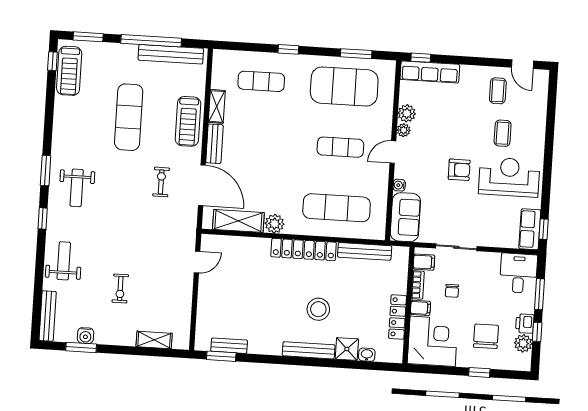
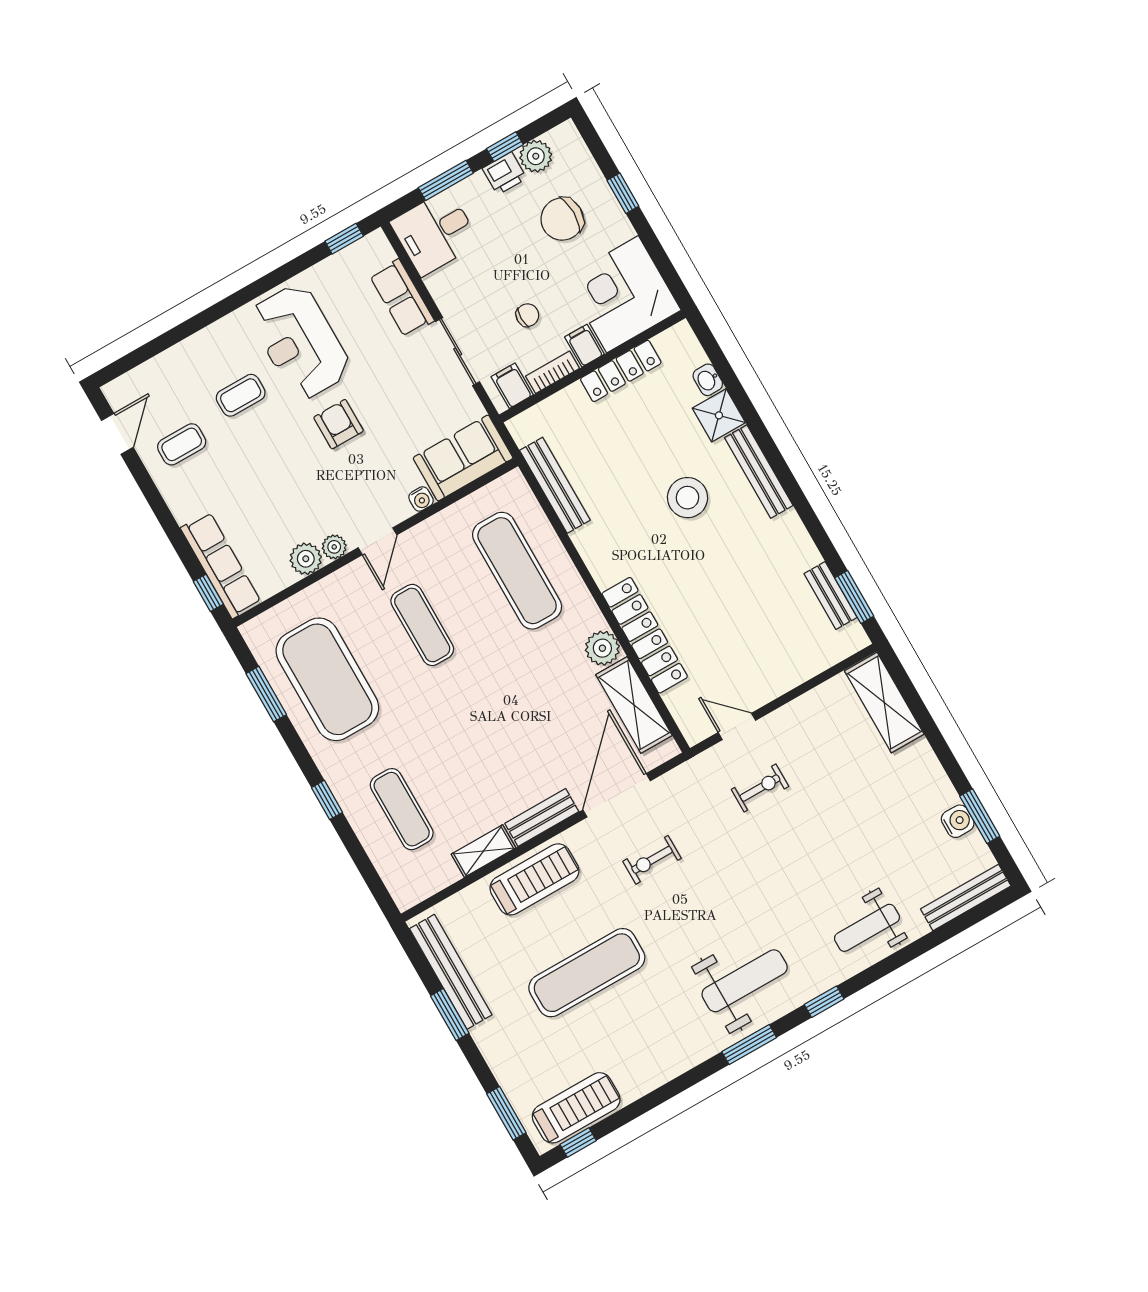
window: (151, 41) -> (450, 1014), width x0.47
door: (393, 152) -> (378, 541), hinge flipped
weight bench: (77, 188) -> (745, 981), width x1.36, depth x1.33
row of seats: (530, 229) -> (402, 298), moved, turned 90
locker: (304, 250) -> (645, 635), moved
exercise bike: (120, 288) -> (760, 788), moved
shelving: (154, 340) -> (884, 703), width x1.50, depth x1.33

